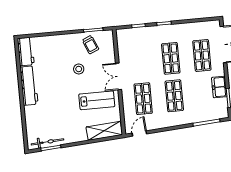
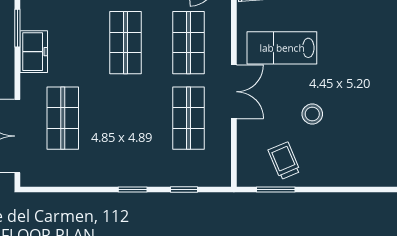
shop shelf: (171, 58) -> (189, 118), moved

